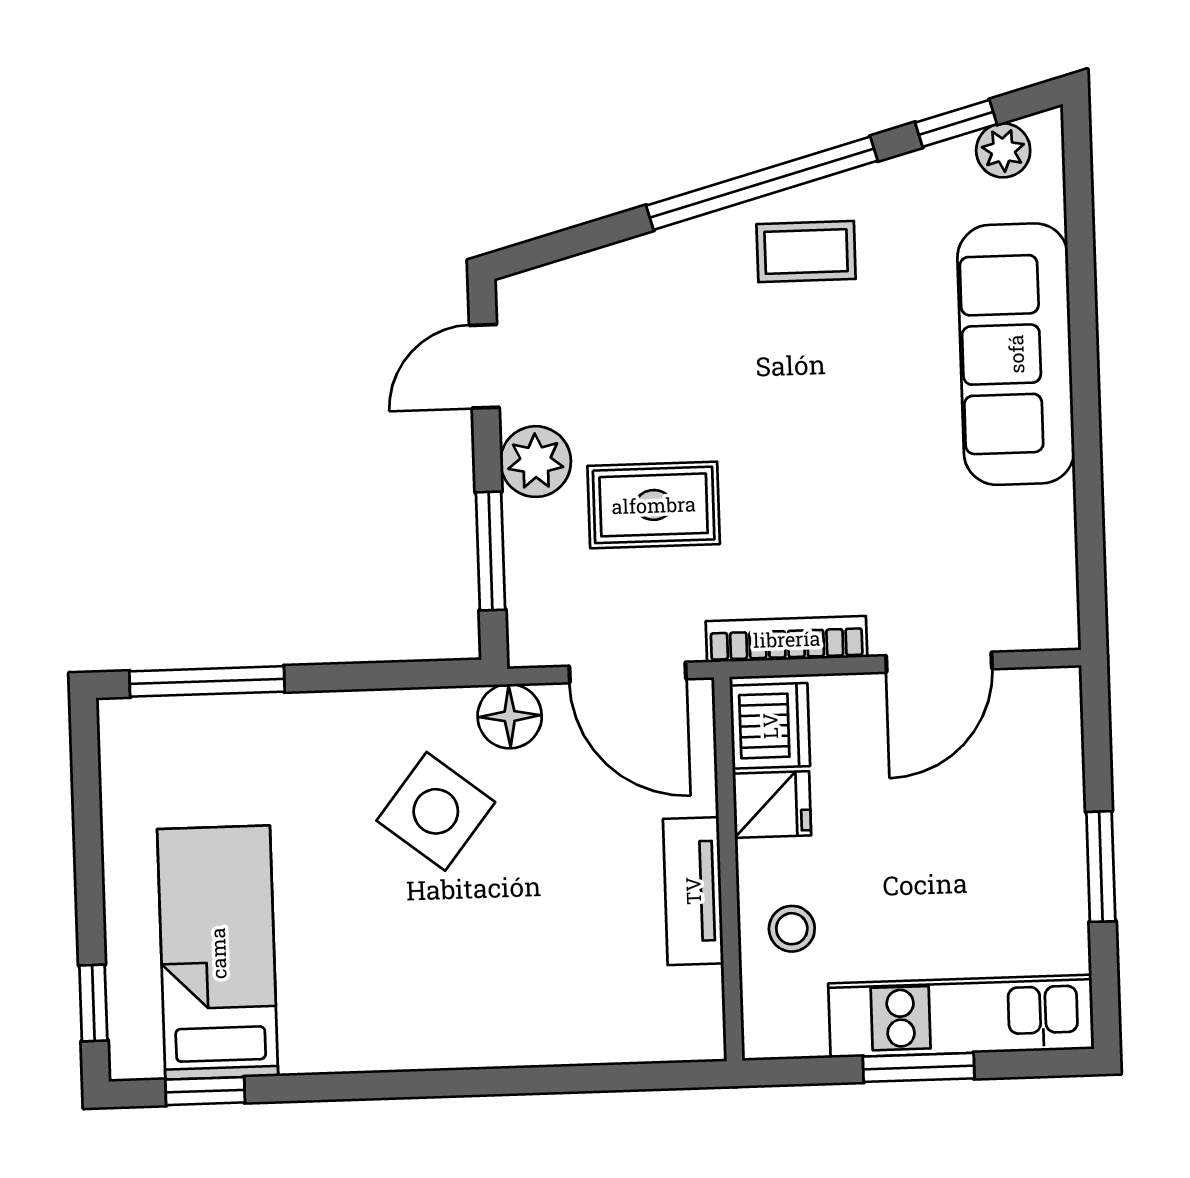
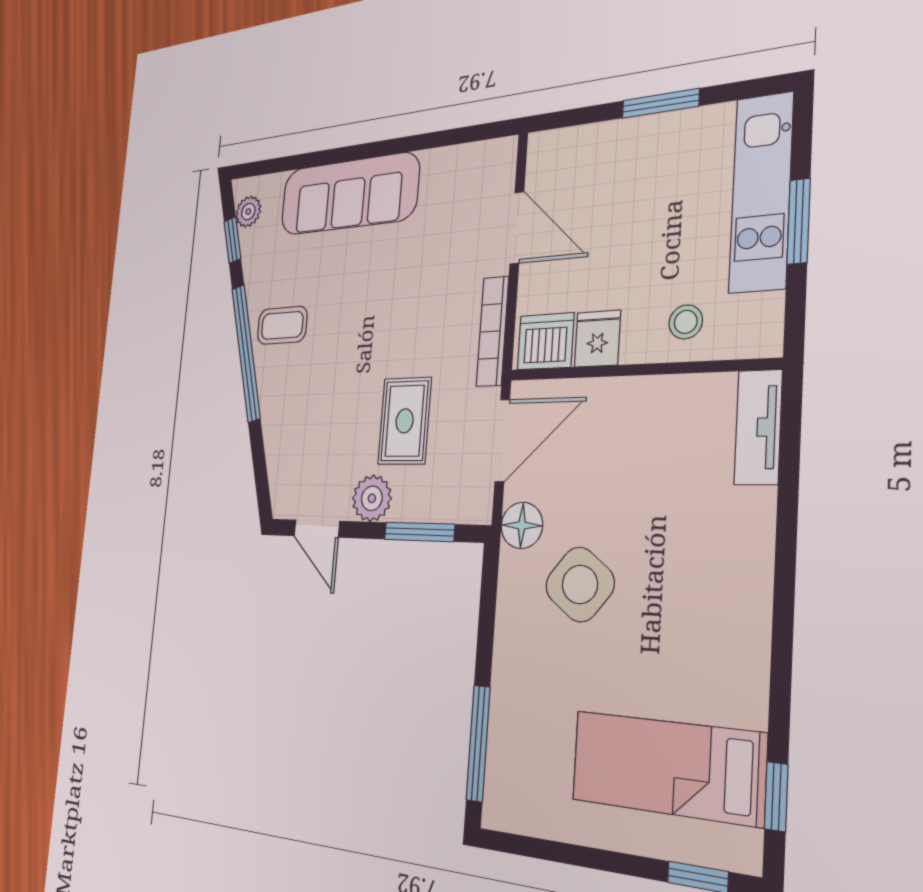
coffee table: (806, 251) -> (282, 325), turned 90
tv unit: (693, 891) -> (758, 427), moved, turned 90

